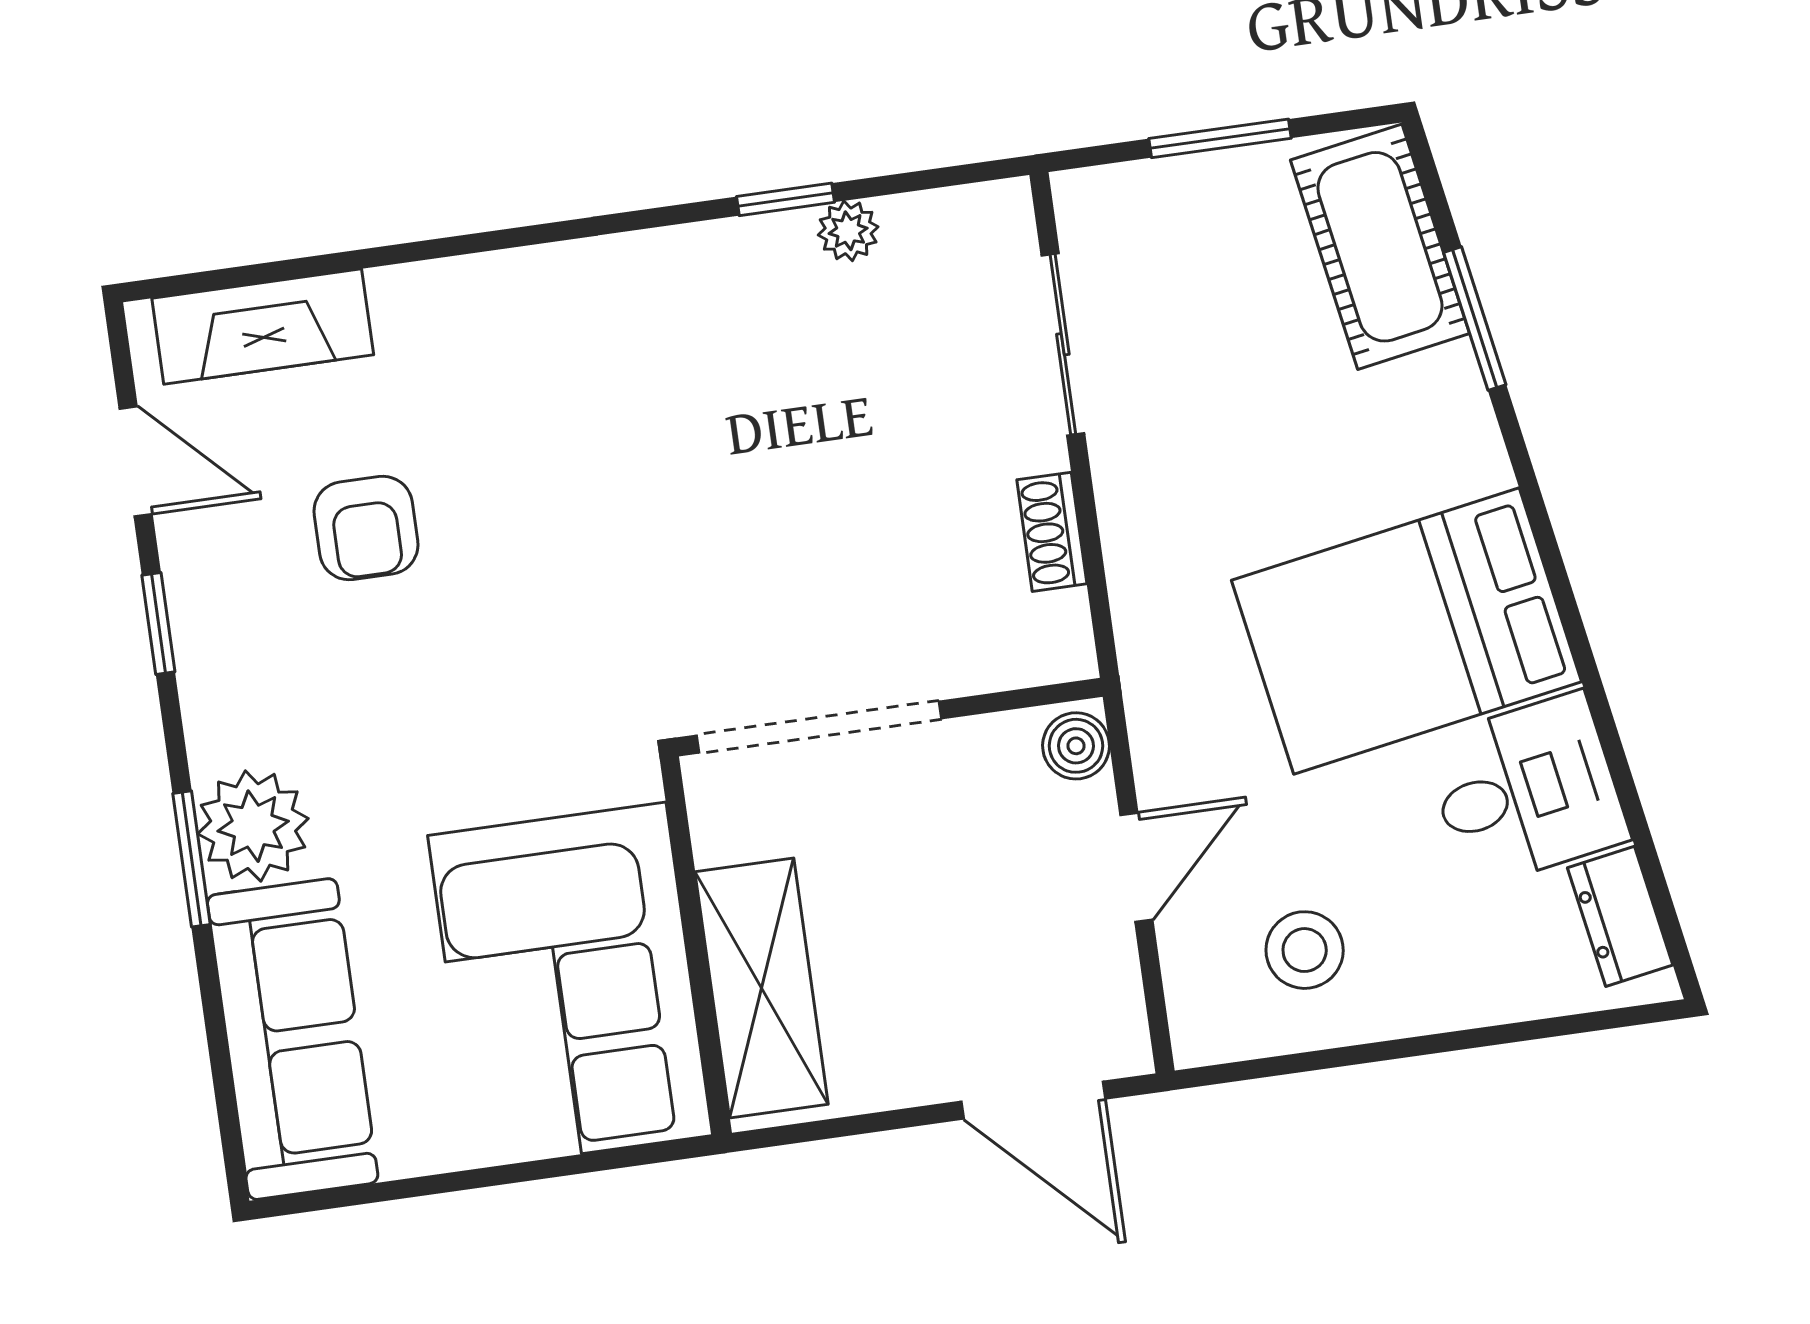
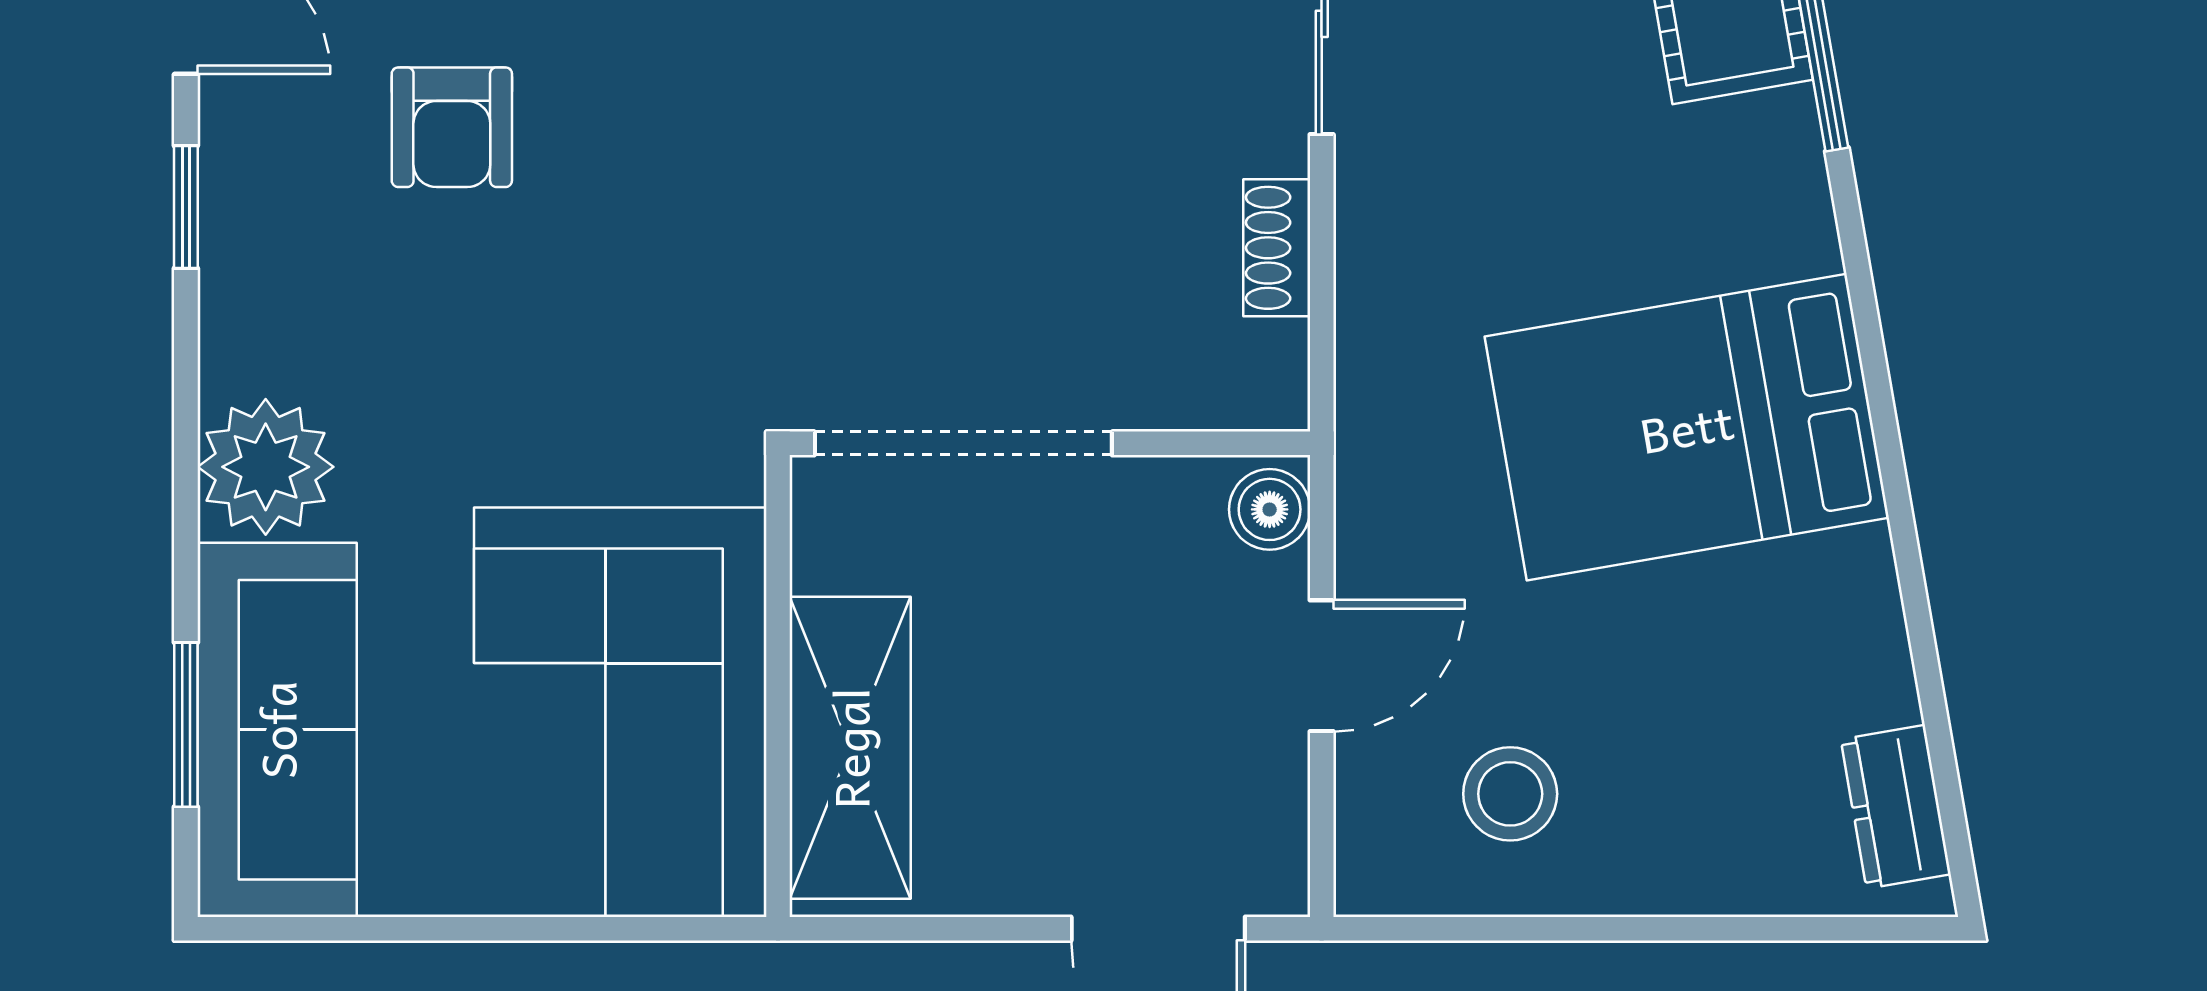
desk: (1526, 790) -> (1804, 639), removed
window: (192, 859) -> (186, 725), moved

